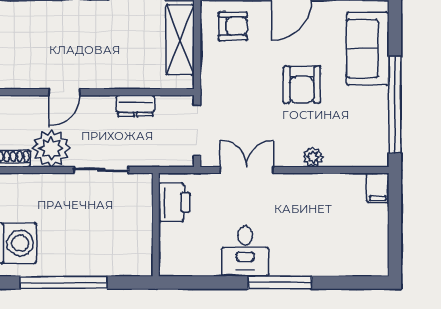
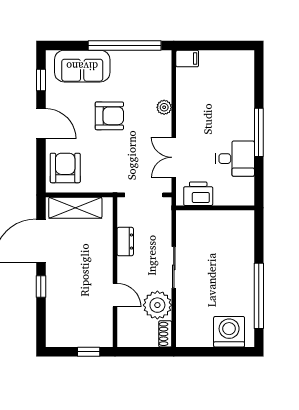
armchair: (233, 26) -> (65, 168), width x1.38, depth x1.38
printer: (174, 202) -> (198, 194), moved
wall: (156, 225) -> (215, 208), moved

